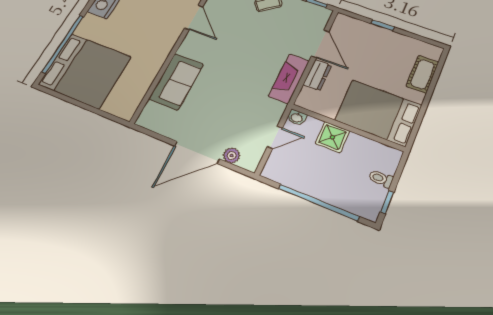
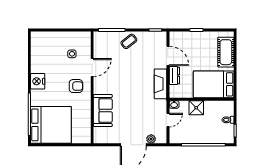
door: (194, 17) -> (92, 68), hinge flipped
armchair: (155, 32) -> (76, 86), added
cot: (422, 74) -> (226, 52), width x1.37, depth x1.34

